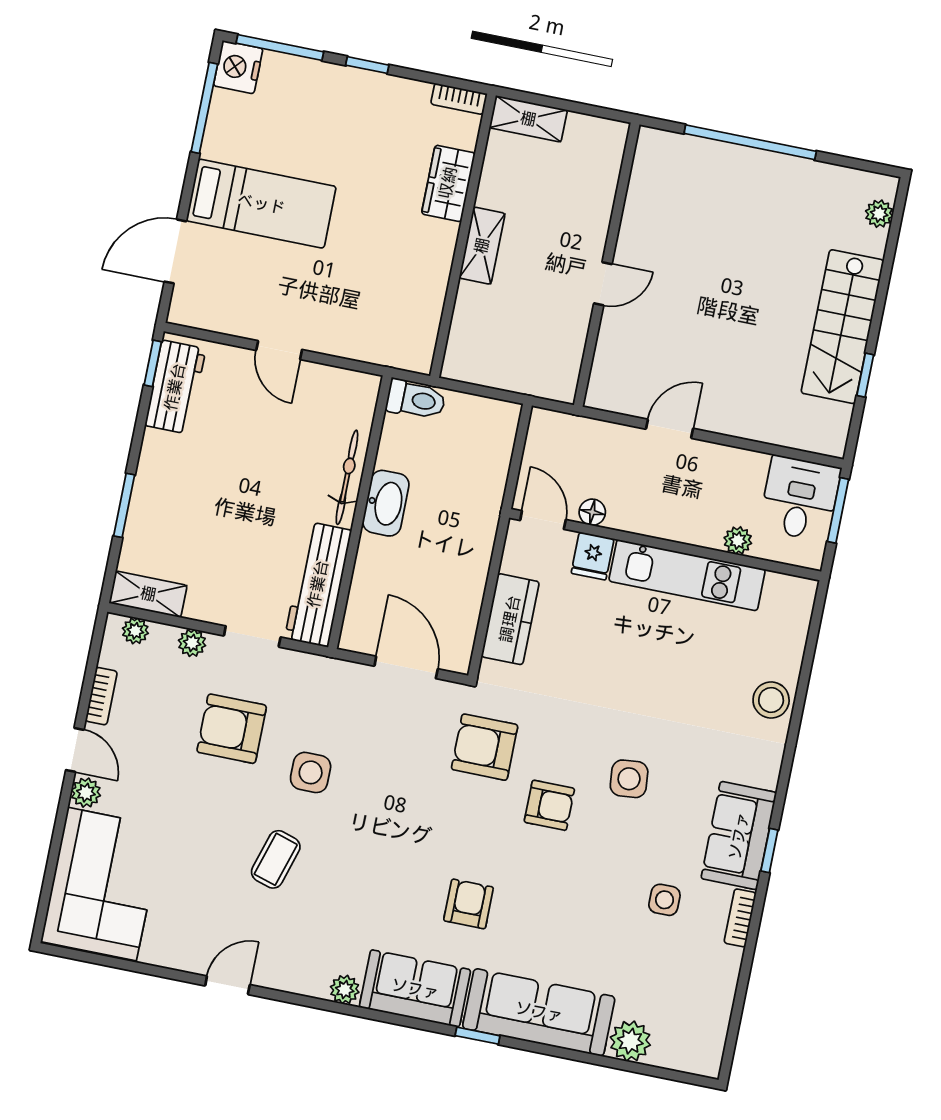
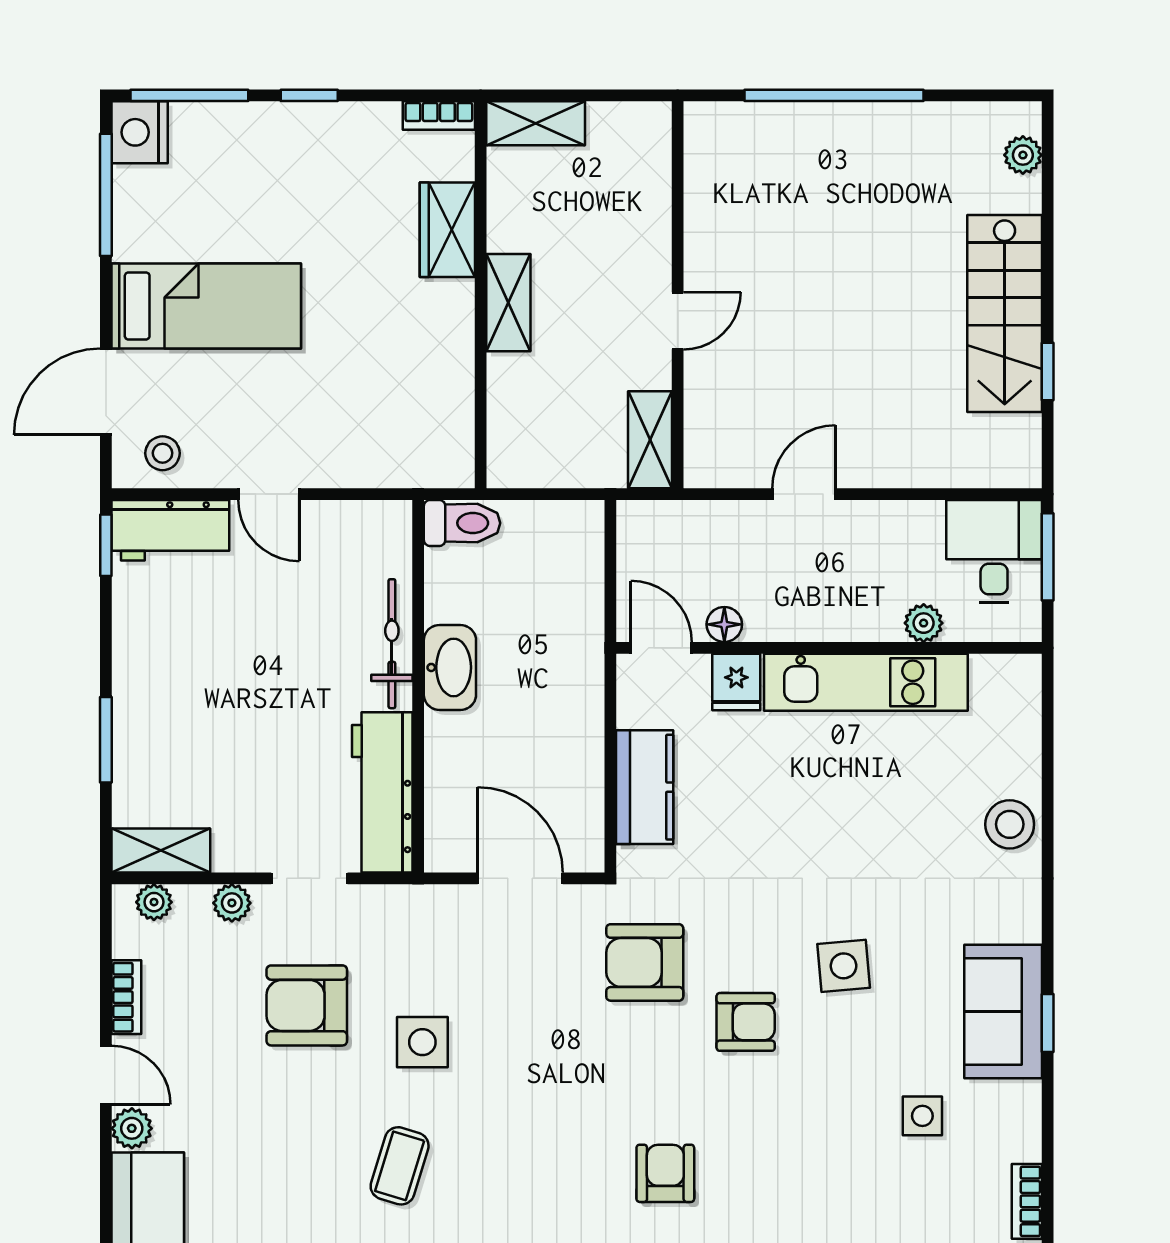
stool: (208, 305) -> (163, 453), added
shelving: (565, 366) -> (650, 440), added
workbench: (175, 387) -> (170, 530), moved, turned 90
bookcase: (740, 918) -> (1027, 1201), moved

